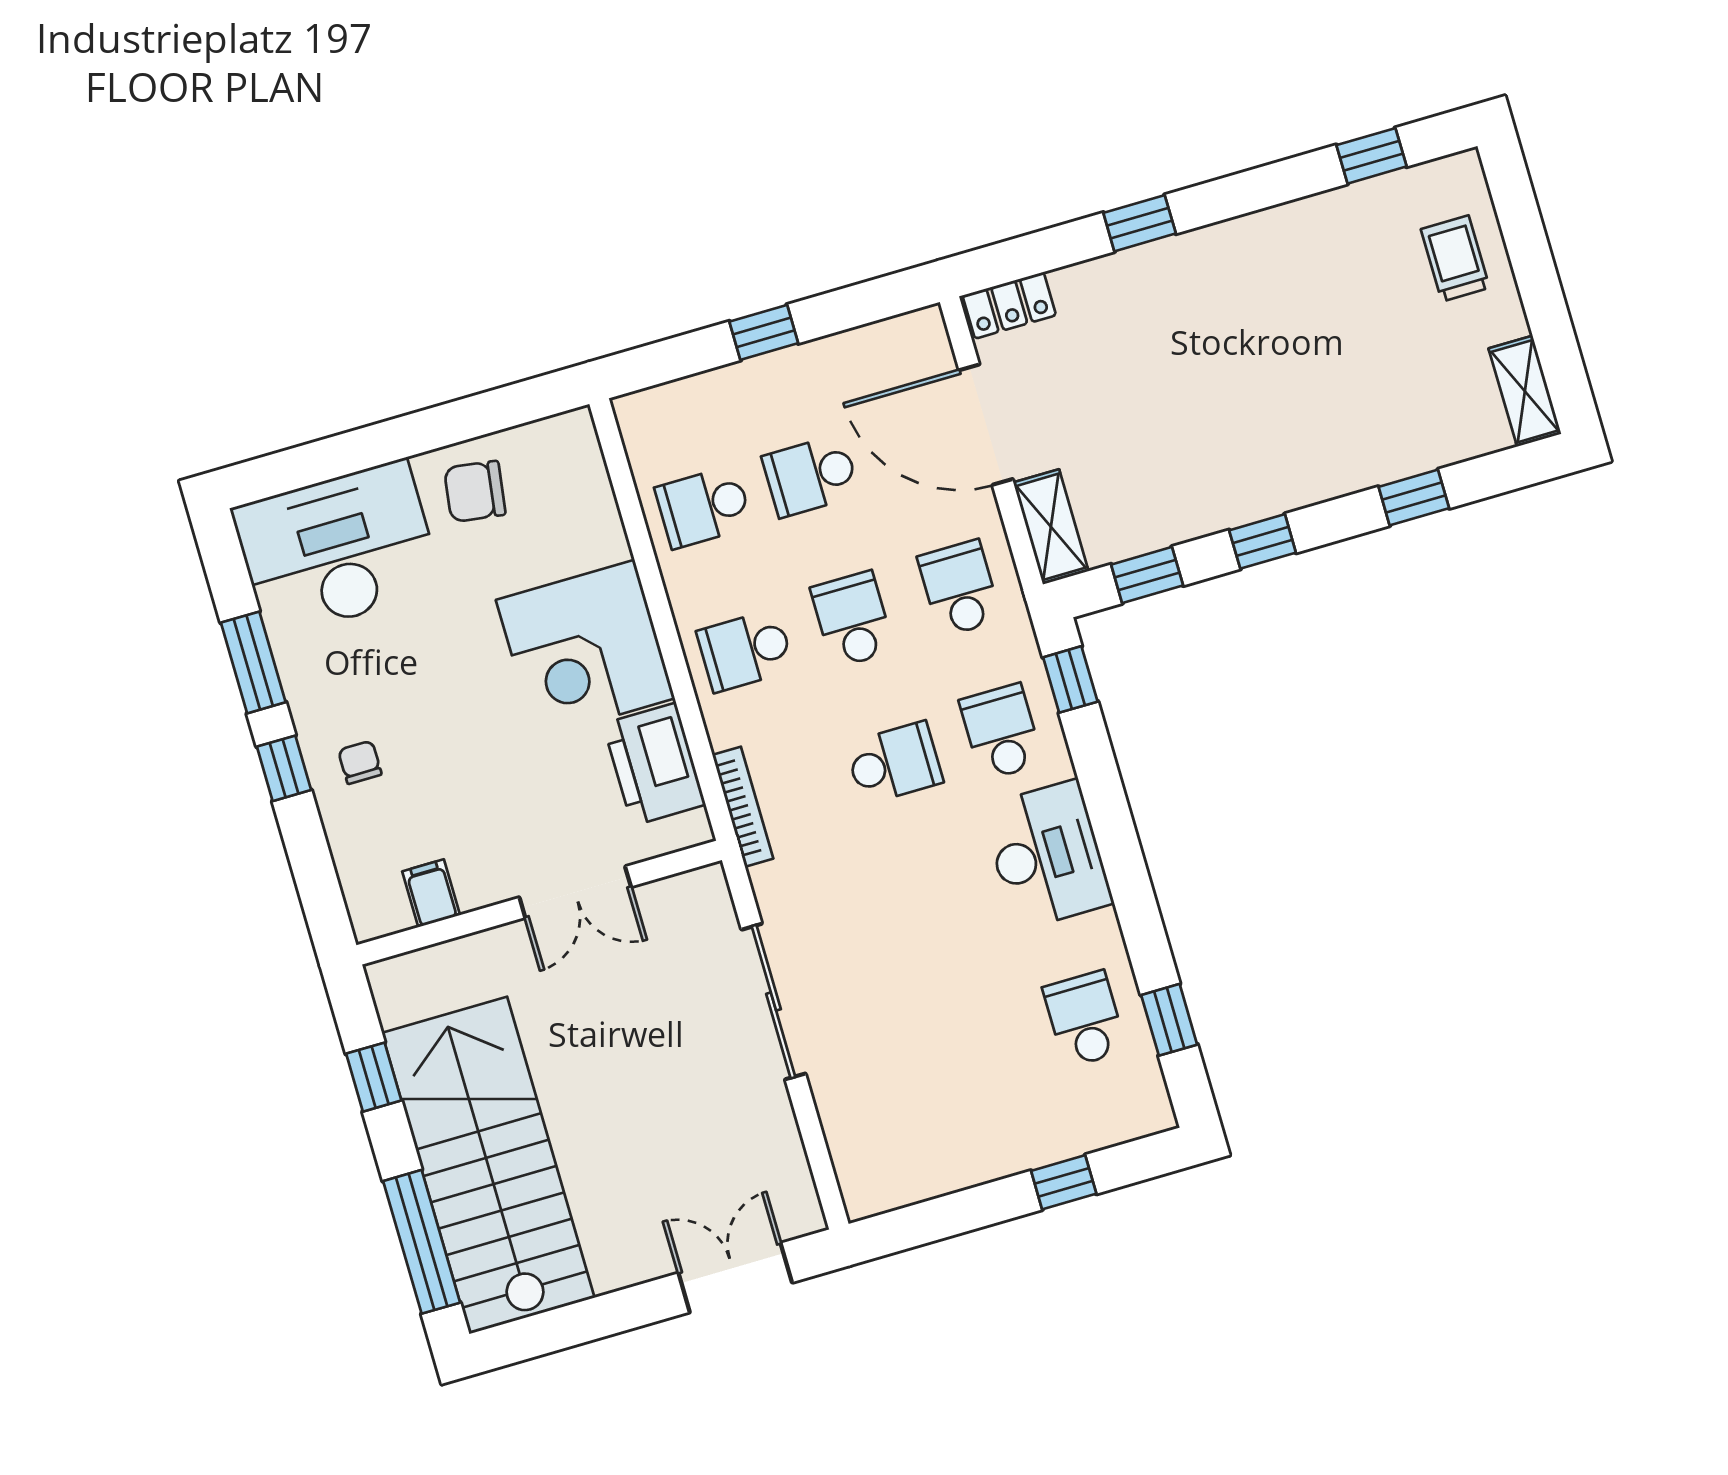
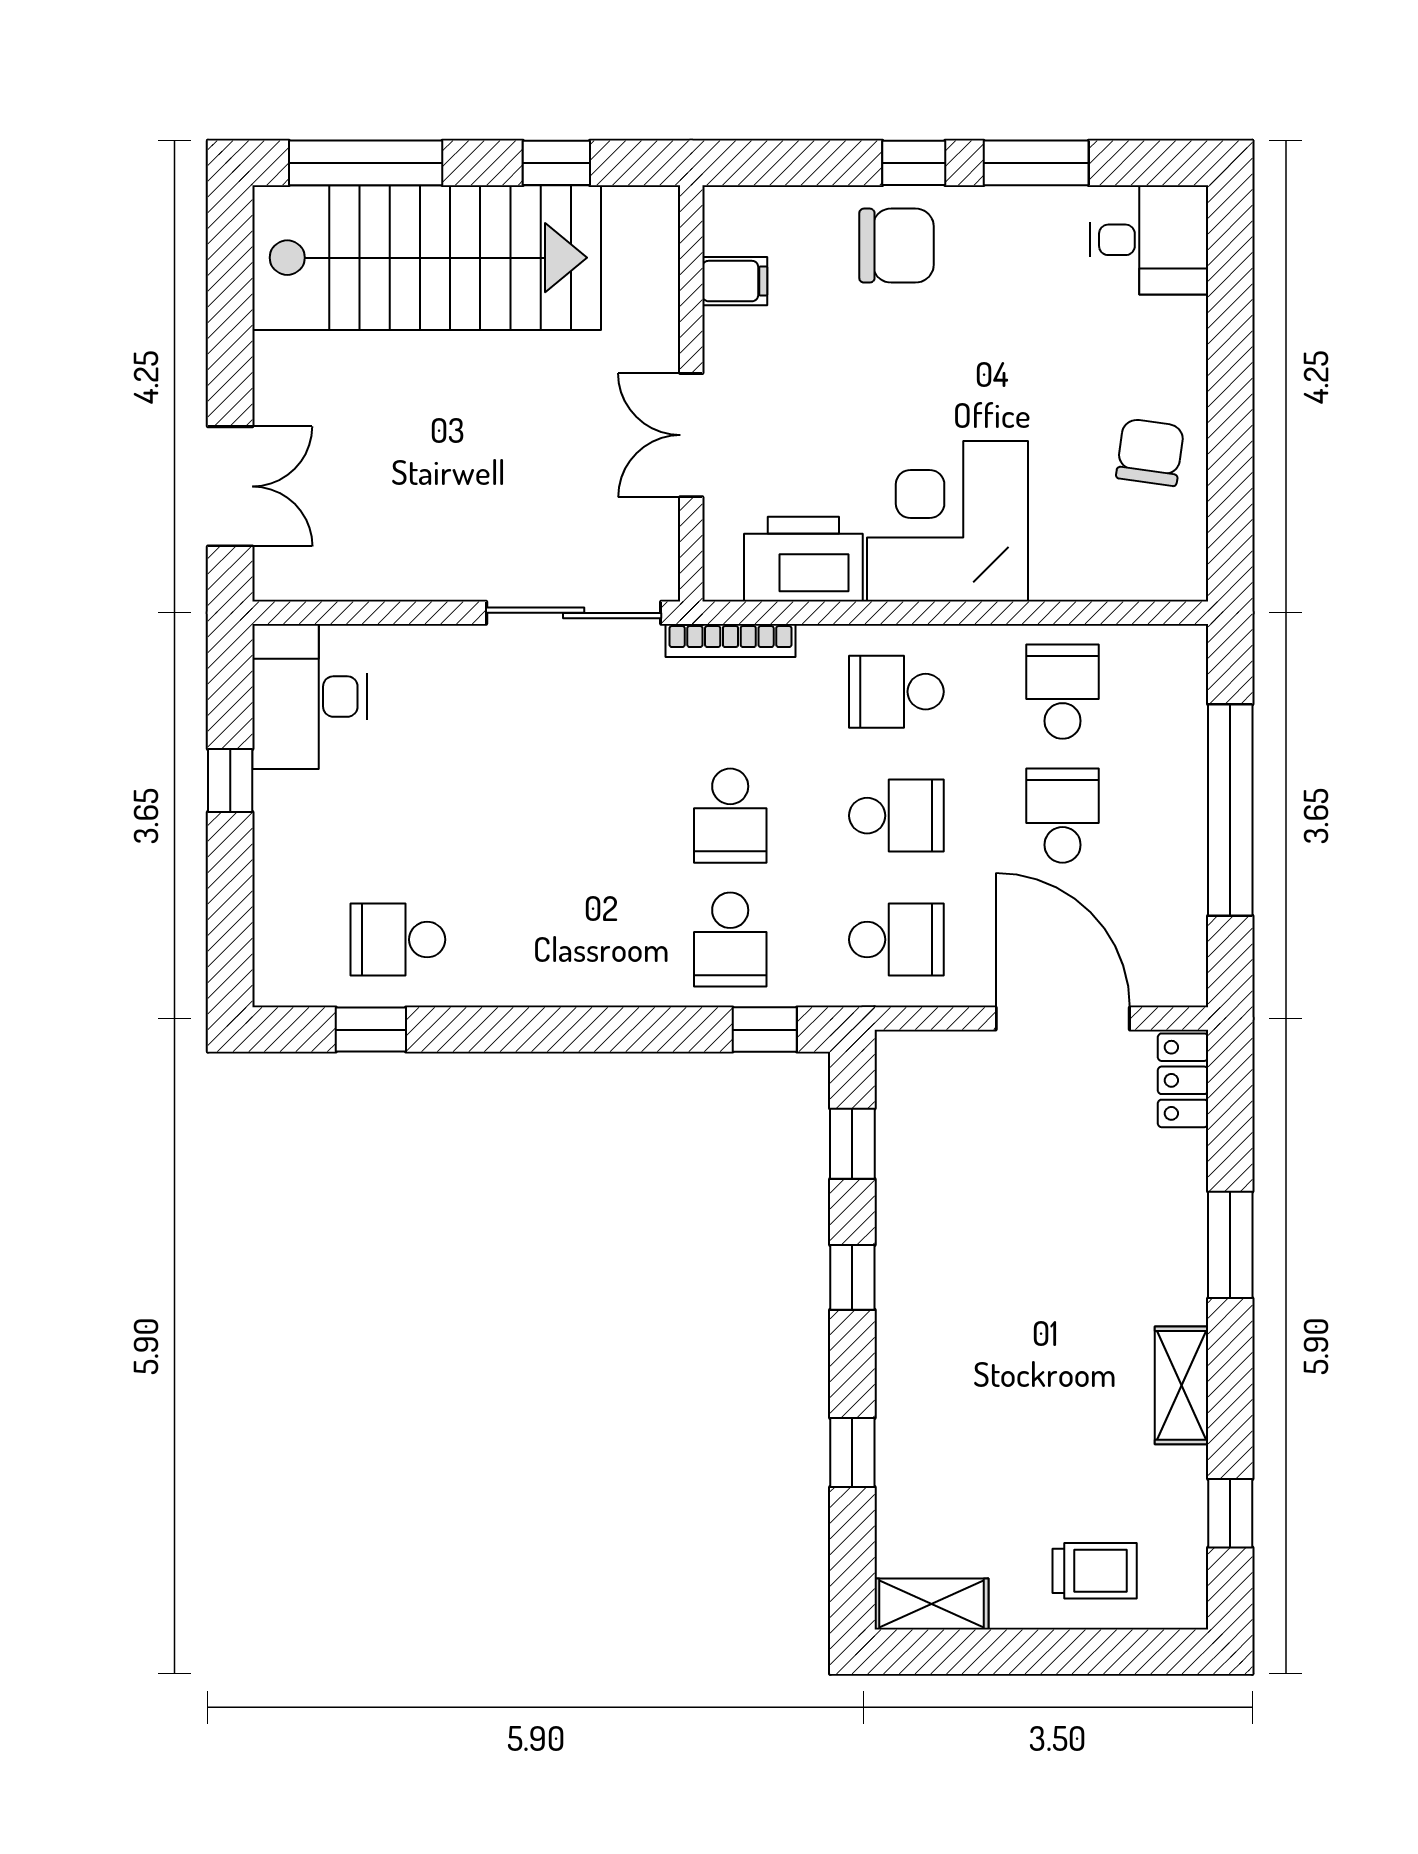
window: (1140, 223) -> (1230, 1245), width x1.50
window: (764, 332) -> (1230, 810), width x3.17
door: (986, 425) -> (1063, 1018), hinge flipped
shelving: (1051, 527) -> (1181, 1385), moved, turned 90
desk: (337, 549) -> (1149, 240), width x0.53, depth x0.77
school desk: (745, 651) -> (896, 692), turned -90
school desk: (1001, 732) -> (730, 940), turned 90
chair: (360, 762) -> (897, 246), width x1.87, depth x1.87
desk: (1047, 855) -> (309, 697), moved, turned 90
sliding door: (773, 1002) -> (574, 613), moved
school desk: (1085, 1019) -> (398, 940), turned 180
window: (1064, 1182) -> (230, 781), moved

